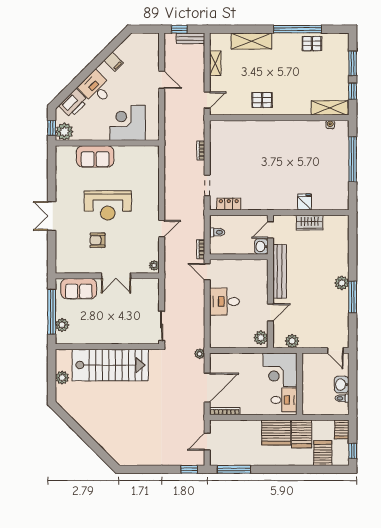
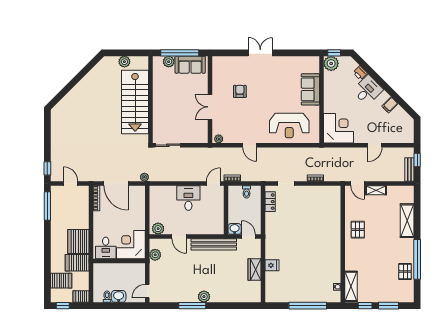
shelving: (215, 63) -> (376, 190), moved
printer: (73, 103) -> (360, 73), width x0.53, depth x0.68
corner desk: (128, 123) -> (338, 128), moved
reception desk: (108, 205) -> (289, 125), moved, turned -90
sofa: (79, 289) -> (190, 65), moved, turned -90

